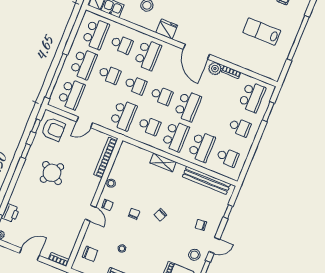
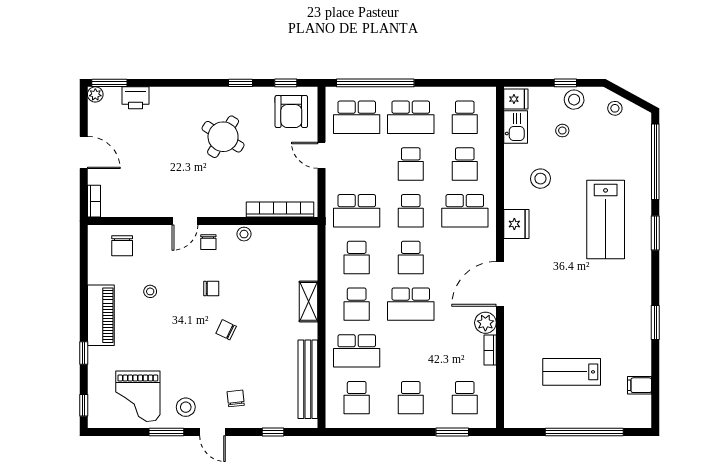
lab bench: (262, 32) -> (572, 372), turned -90
school desk: (96, 34) -> (465, 117), width x0.54
school desk: (252, 97) -> (465, 398), width x0.54
school desk: (176, 136) -> (357, 304), width x0.54

